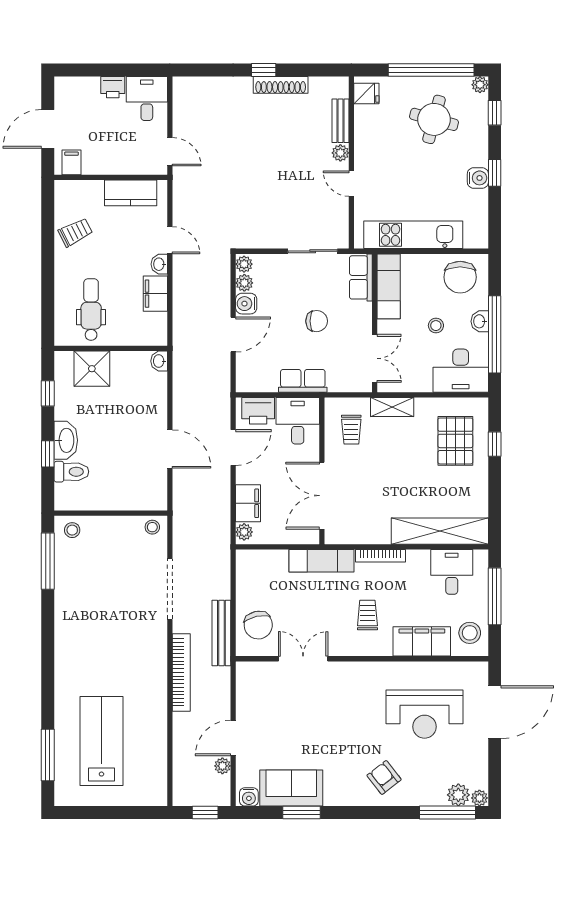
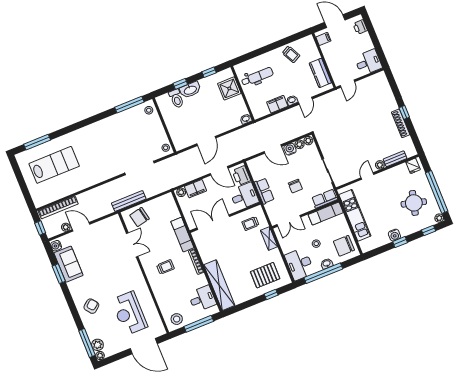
printer: (113, 87) -> (360, 27), moved
filing cabinet: (422, 641) -> (163, 298), removed
bookcase: (181, 672) -> (58, 207), moved

